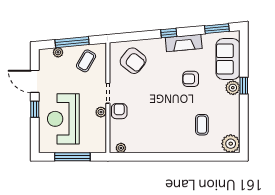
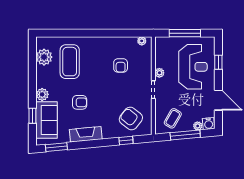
window: (169, 33) -> (126, 141), moved
water cooler: (46, 55) -> (209, 124), added
window: (244, 86) -> (32, 116), moved
window: (35, 109) -> (218, 62), moved
armchair: (119, 111) -> (121, 65), moved
coffee table: (202, 125) -> (70, 62), width x1.86, depth x1.72
plant: (231, 144) -> (44, 57), moved

